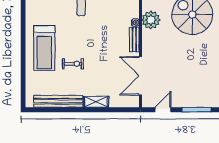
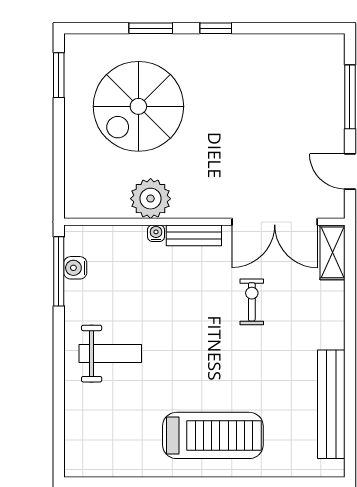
exercise bike: (73, 64) -> (252, 302), moved
shelving: (96, 102) -> (332, 252), moved

